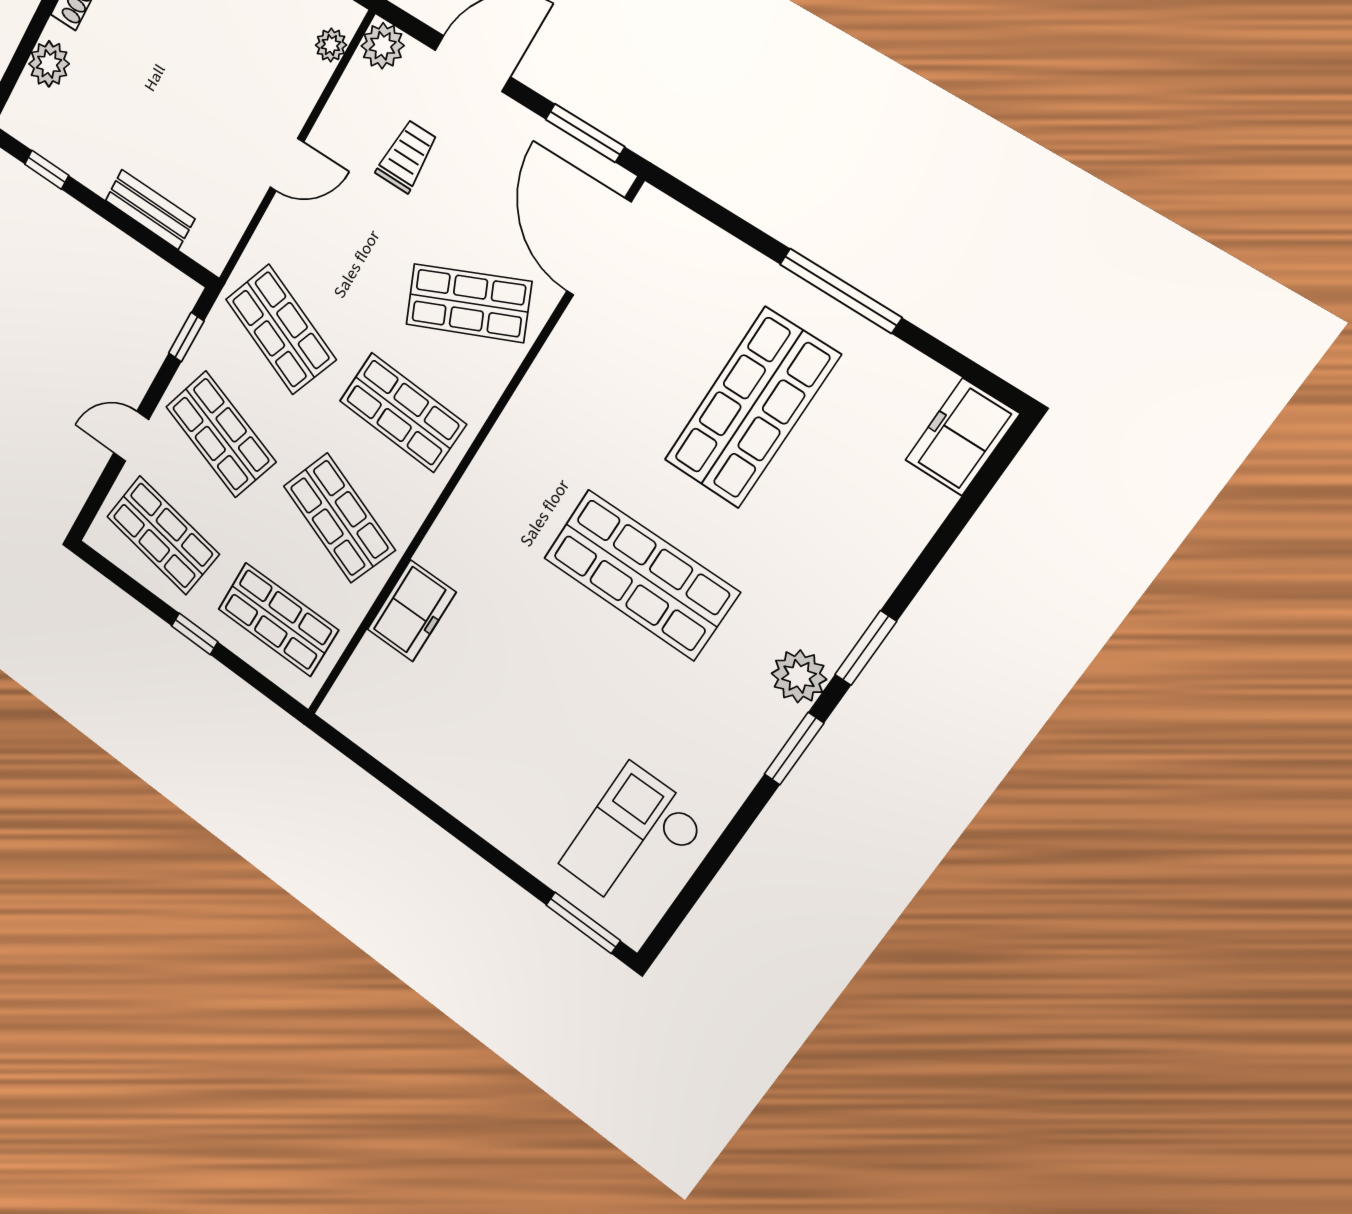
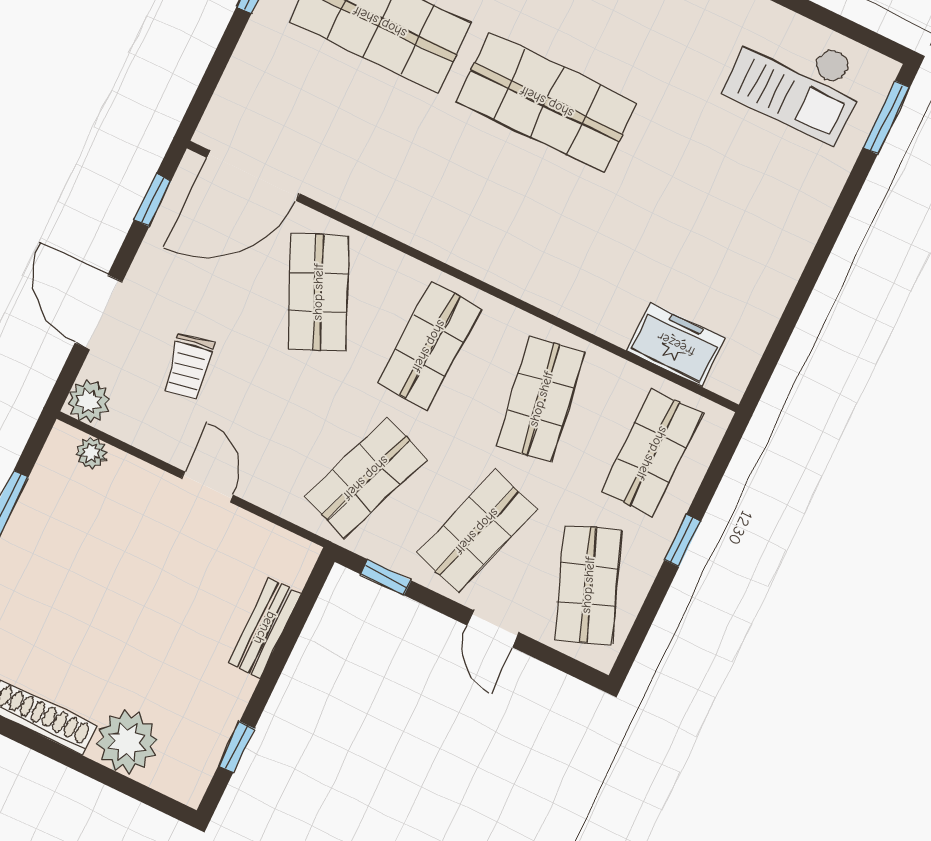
plant: (49, 64) -> (127, 742), width x1.36, depth x1.36
window: (585, 133) -> (153, 200), width x0.67
trolley: (407, 156) -> (189, 367), turned -101
shop shelf: (339, 518) -> (541, 399), turned -30
shop shelf: (163, 535) -> (588, 585), turned -30
shop shelf: (641, 575) -> (547, 102), turned 90
freezer: (411, 611) -> (676, 344), moved

